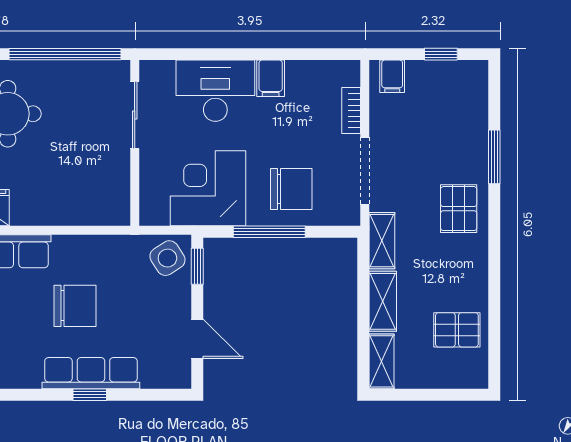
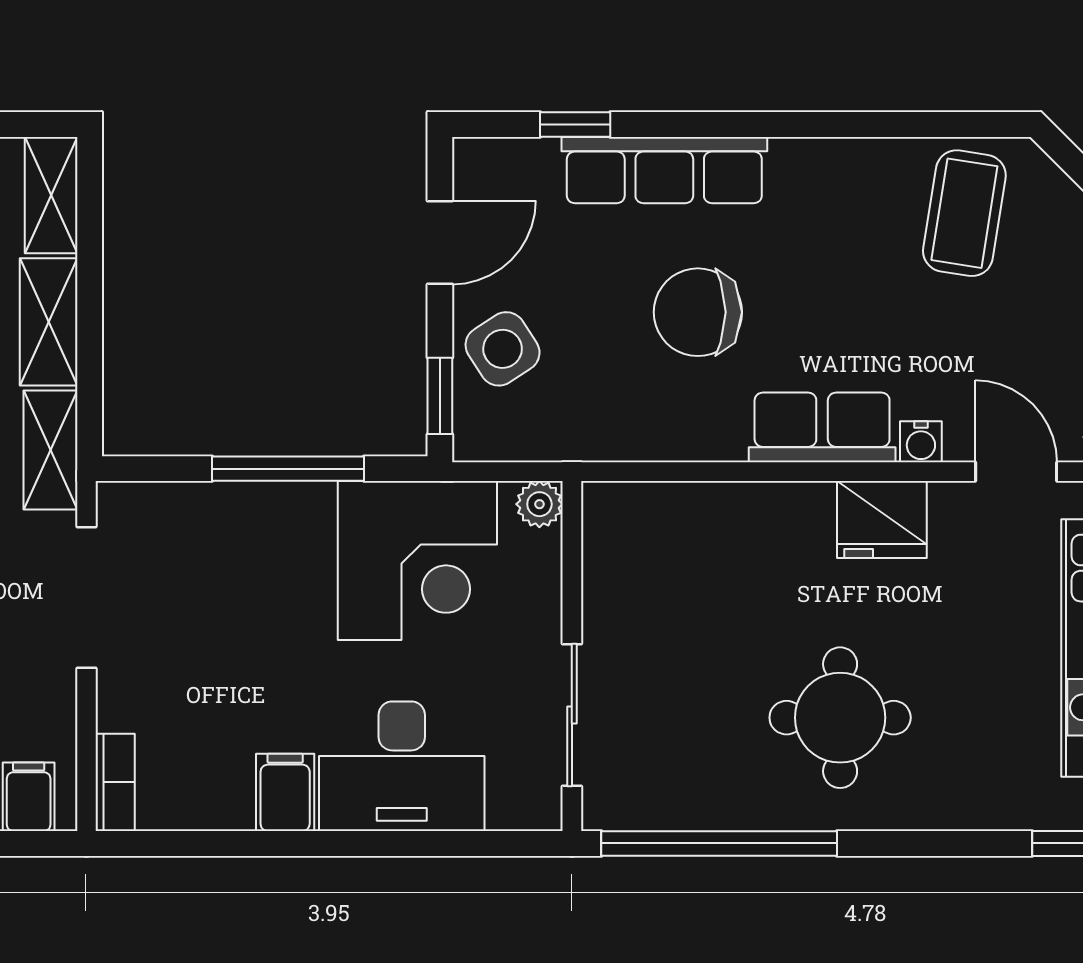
bookcase: (351, 111) -> (115, 782), moved
chair: (291, 189) -> (241, 559), removed
plant: (150, 215) -> (539, 504), added
side table: (167, 258) -> (503, 349), moved
door: (197, 339) -> (440, 243), swing flipped
window: (90, 395) -> (575, 125), moved

